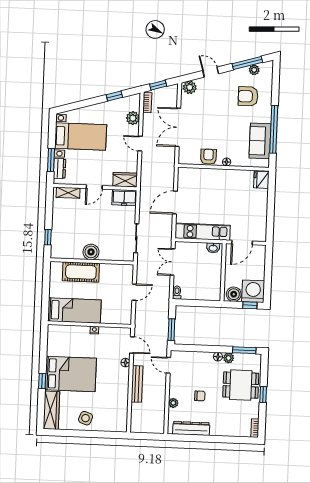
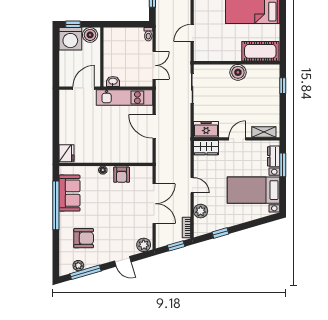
door: (175, 203) -> (154, 126), swing flipped
cot: (81, 272) -> (260, 51), moved

